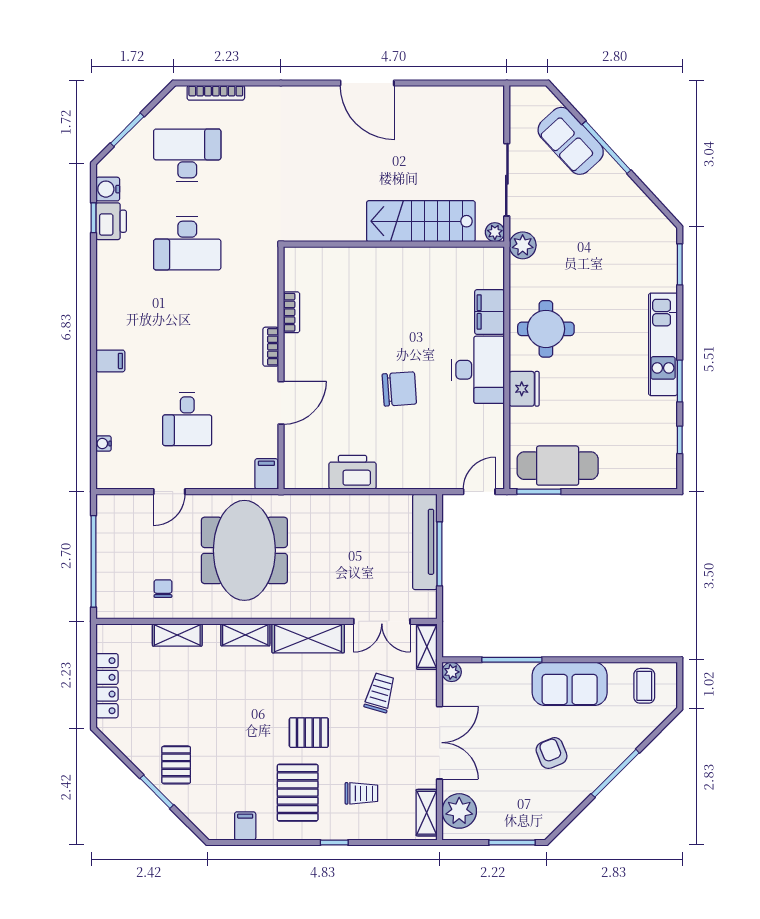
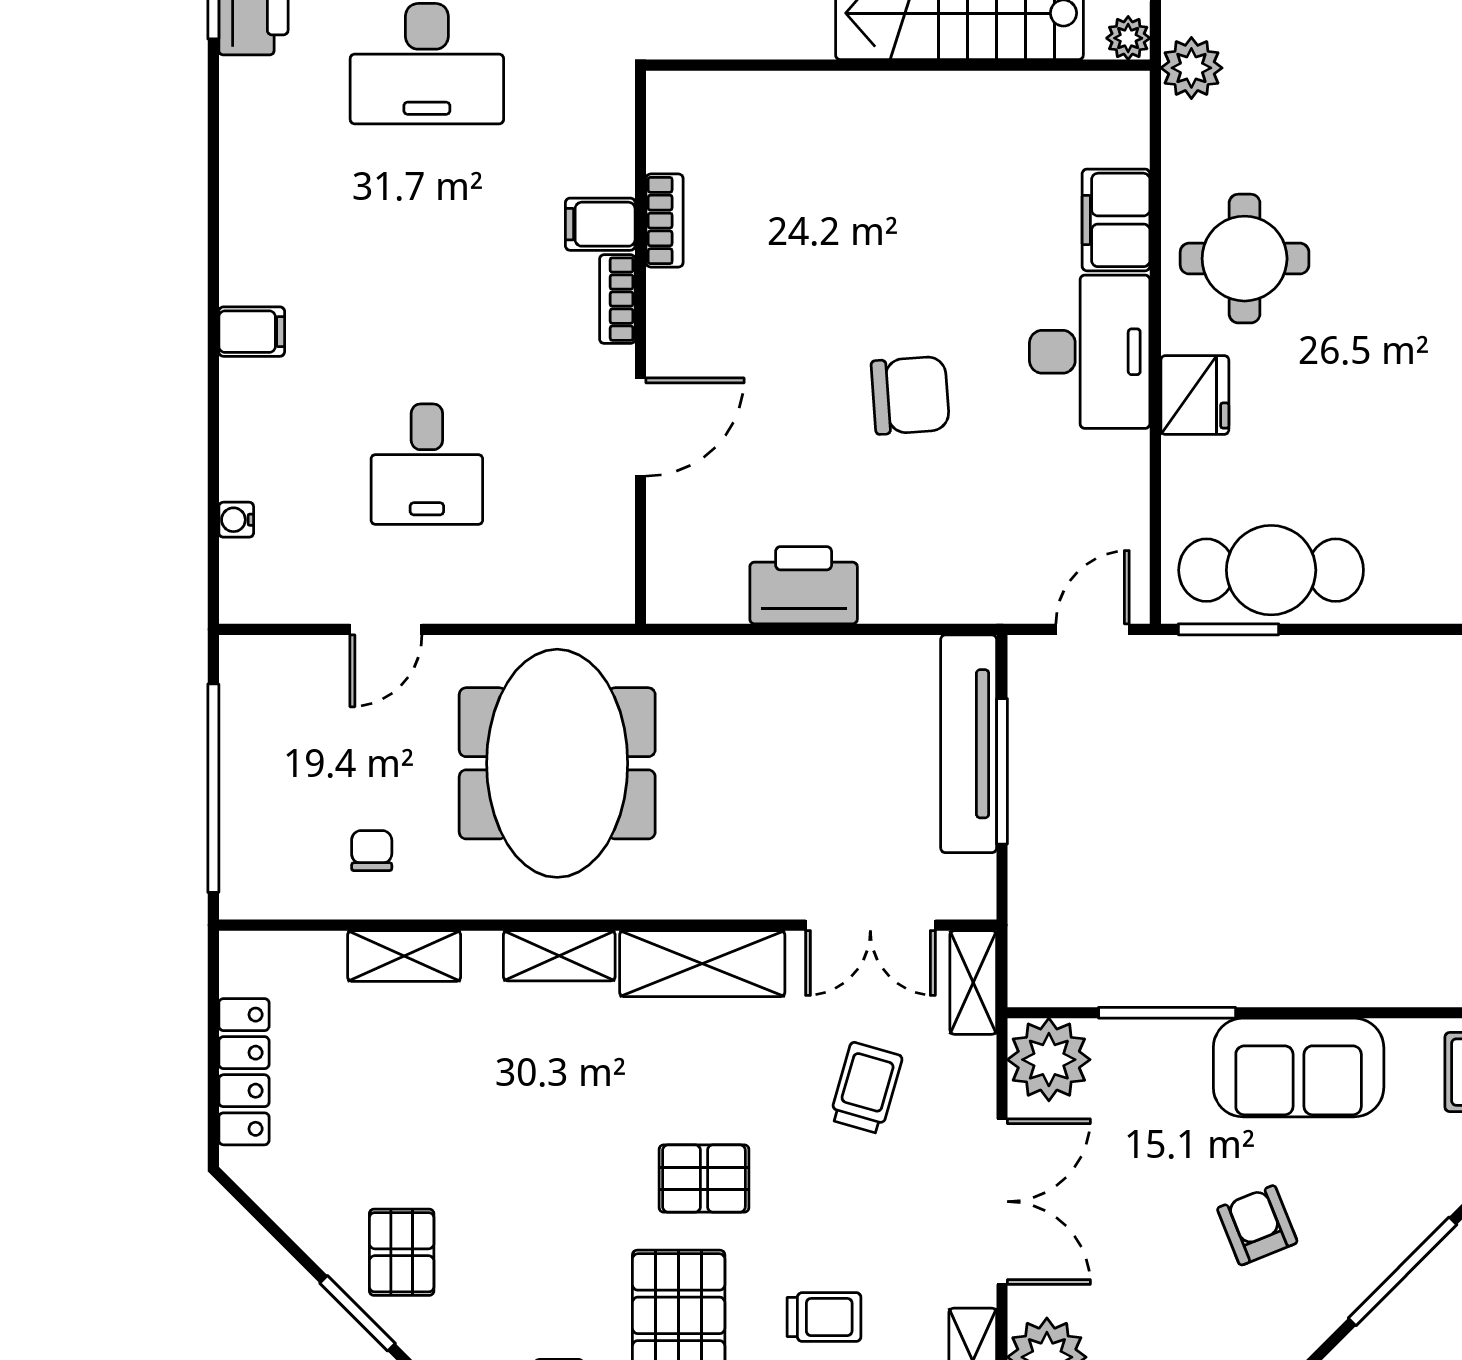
filing cabinet: (266, 474) -> (600, 224), moved, turned -90
plant: (452, 672) -> (1049, 1060), width x1.87, depth x1.87

